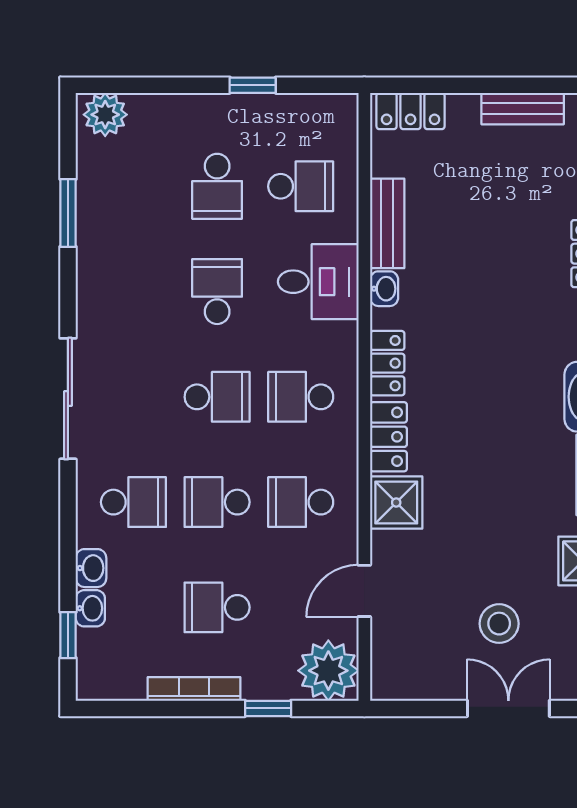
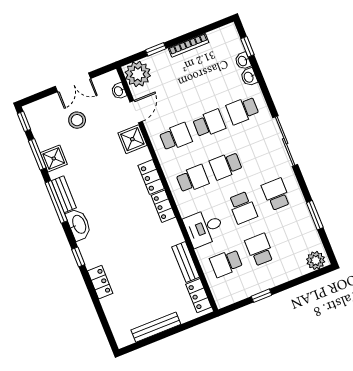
bench: (523, 109) -> (156, 327), width x1.36
locker: (411, 111) -> (199, 296), moved, turned -90
washbasin: (384, 289) -> (119, 91), moved
shower: (396, 503) -> (132, 139), moved
school desk: (217, 607) -> (276, 194), moved, turned -90
double door: (508, 708) -> (73, 82), moved

